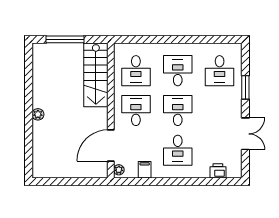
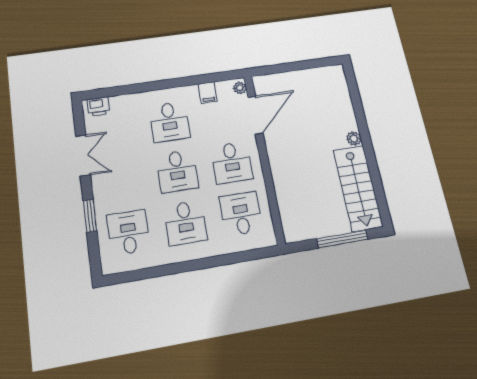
stairs: (96, 75) -> (358, 188), moved, turned 180
double door: (245, 134) -> (83, 155), swing flipped
desk: (178, 150) -> (169, 122), turned 180
printer: (218, 171) -> (98, 107), moved

